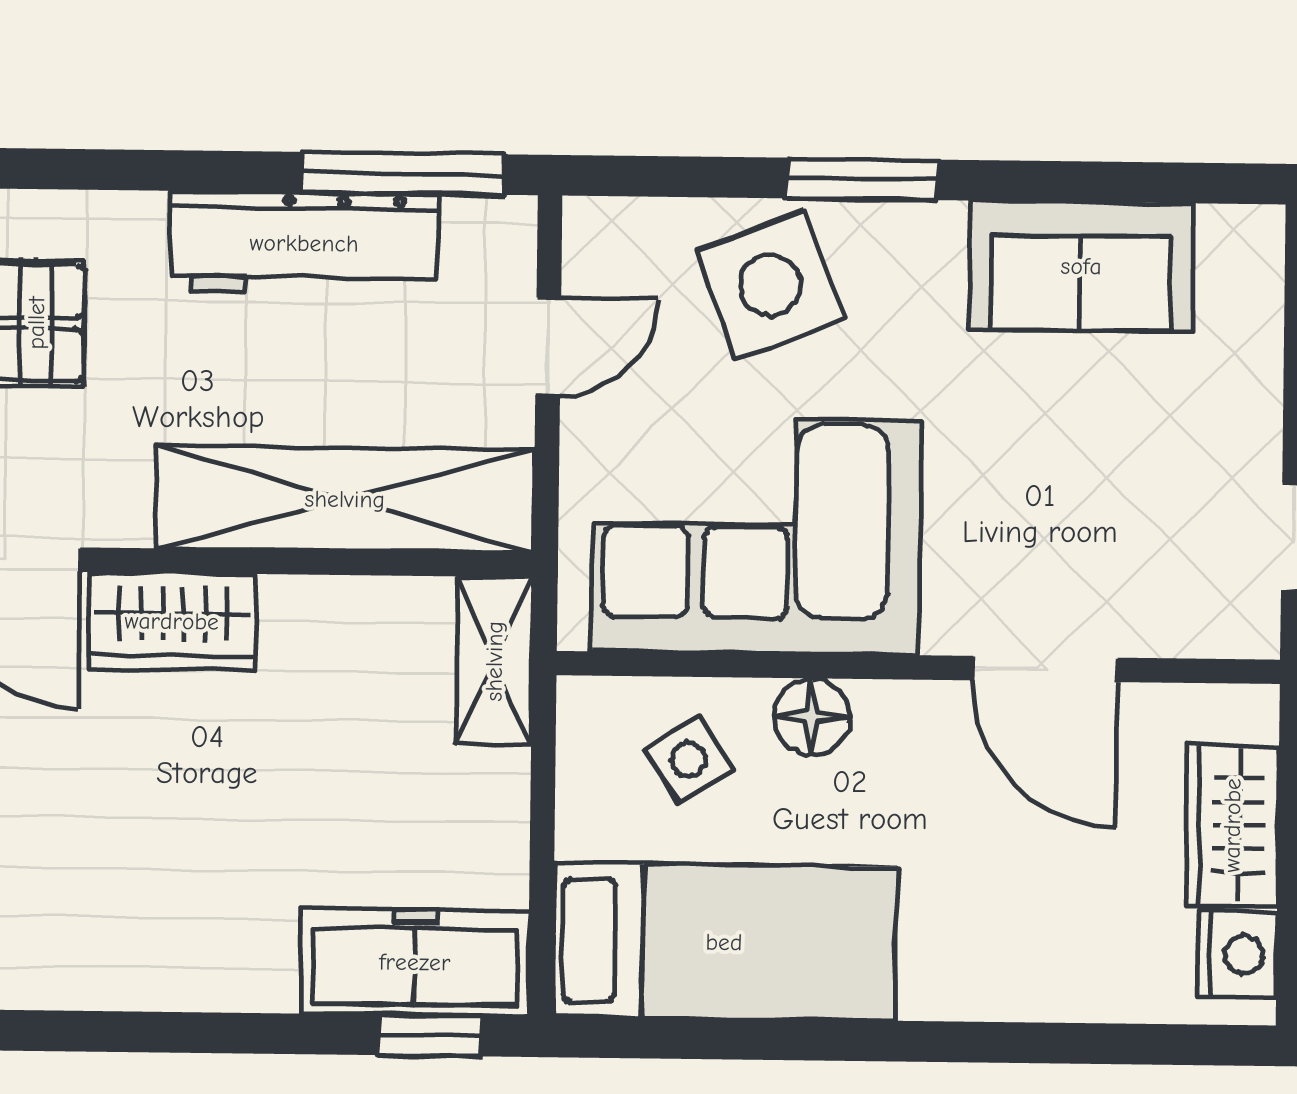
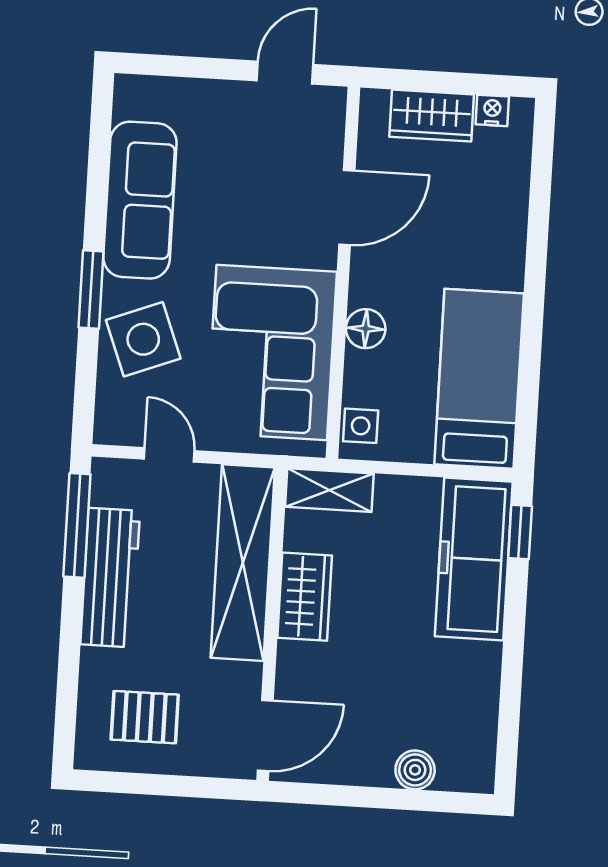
sofa: (1081, 266) -> (140, 200), width x1.36
wardrobe: (172, 621) -> (305, 597), moved
side table: (689, 760) -> (361, 426), moved, turned 32
nightstand: (1237, 955) -> (492, 110), width x0.72, depth x0.74
freezer: (415, 962) -> (474, 559), width x1.36, depth x1.26

